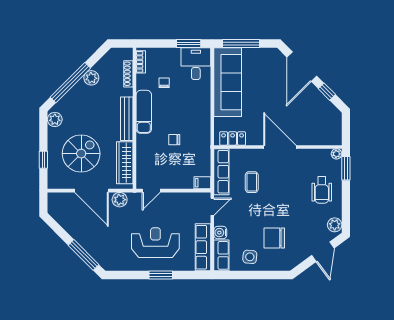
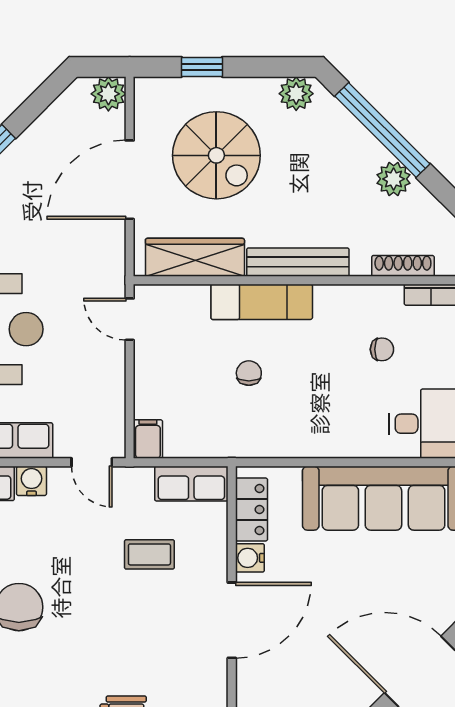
exam couch: (144, 112) -> (262, 302), moved
water cooler: (253, 139) -> (250, 558), added
row of seats: (221, 172) -> (191, 484), width x0.68
plant: (120, 200) -> (108, 94), moved

